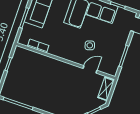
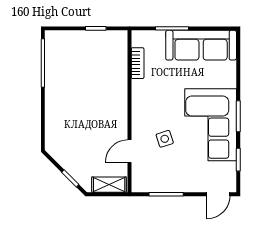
door: (90, 69) -> (129, 151), swing flipped

